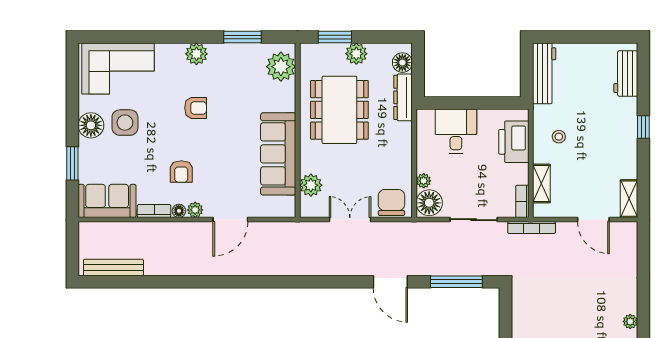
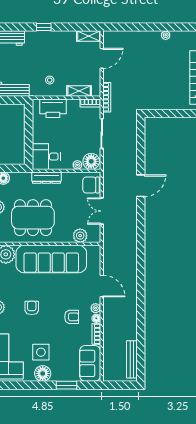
dresser: (403, 97) -> (46, 178), moved
desk: (456, 131) -> (46, 157), moved
sofa: (278, 154) -> (51, 259), width x1.36, depth x1.27
window: (456, 282) -> (141, 144), removed

